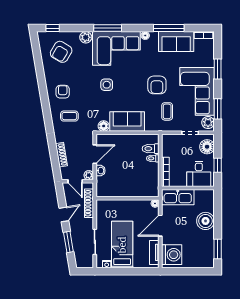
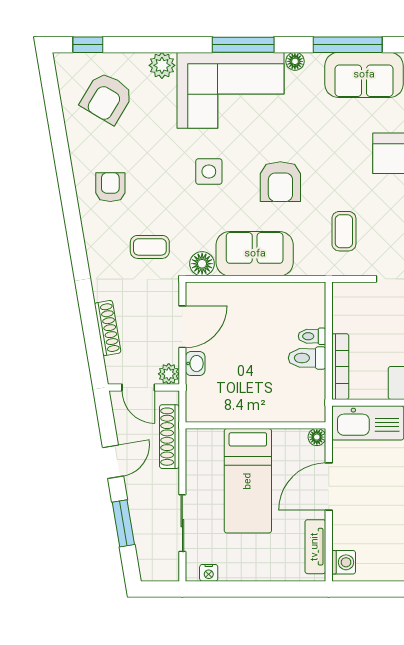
window: (108, 28) -> (243, 45), moved
armchair: (157, 85) -> (280, 182), moved
coffee table: (69, 116) -> (150, 247), moved
toilet: (151, 149) -> (307, 358), moved
bed: (122, 245) -> (248, 481), moved, turned 180
washing machine: (172, 255) -> (344, 562), width x0.53, depth x0.53

